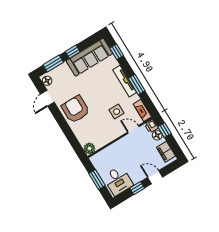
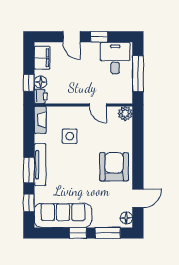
window: (137, 84) -> (29, 170), moved
armchair: (76, 109) -> (114, 167), turned 180
door: (133, 129) -> (98, 105), moved
window: (97, 180) -> (138, 74), width x1.44

